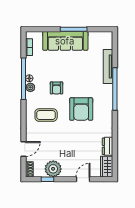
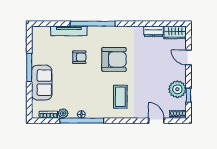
sofa: (65, 41) -> (42, 83), width x0.73
plant: (30, 87) -> (63, 113), moved
armchair: (56, 88) -> (79, 57), moved

